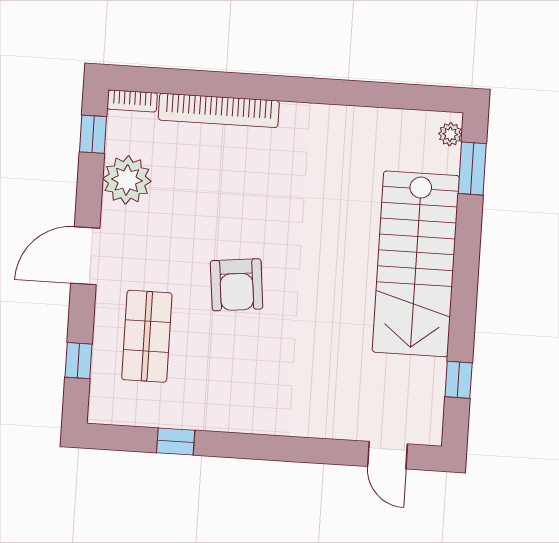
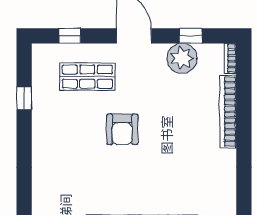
window: (93, 134) -> (191, 36), moved
armchair: (237, 285) -> (122, 129), turned -84

